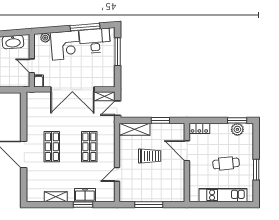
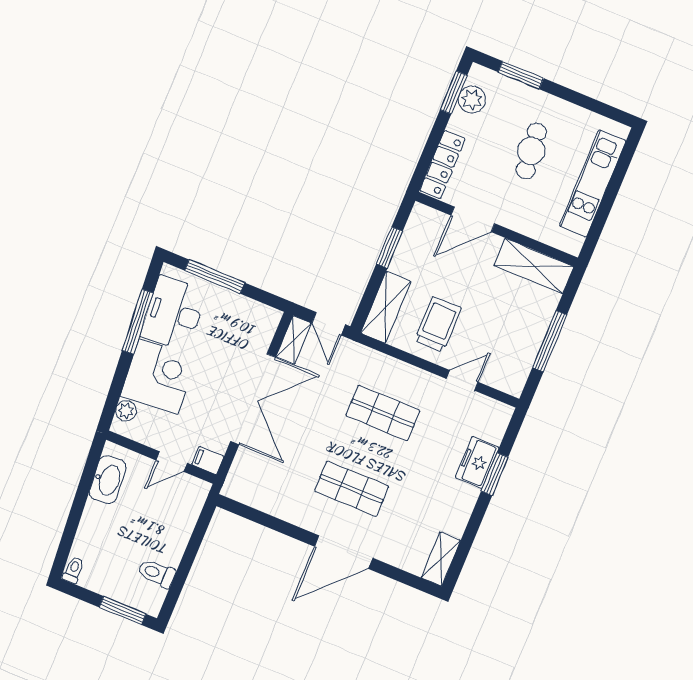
locker: (199, 128) -> (443, 165), width x1.53
trolley: (150, 156) -> (438, 324), moved
window: (256, 170) -> (521, 75), moved
door: (117, 174) -> (462, 380), swing flipped
shelving: (178, 185) -> (534, 266), added
shelving: (56, 197) -> (441, 559), moved

